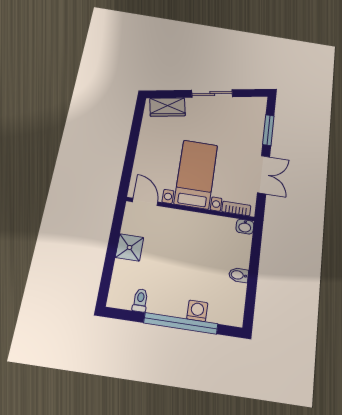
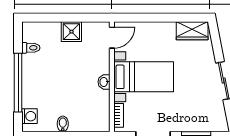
wardrobe: (167, 107) -> (192, 31), moved, turned -79
washbasin: (245, 227) -> (104, 82), moved
washing machine: (197, 311) -> (30, 116), moved

